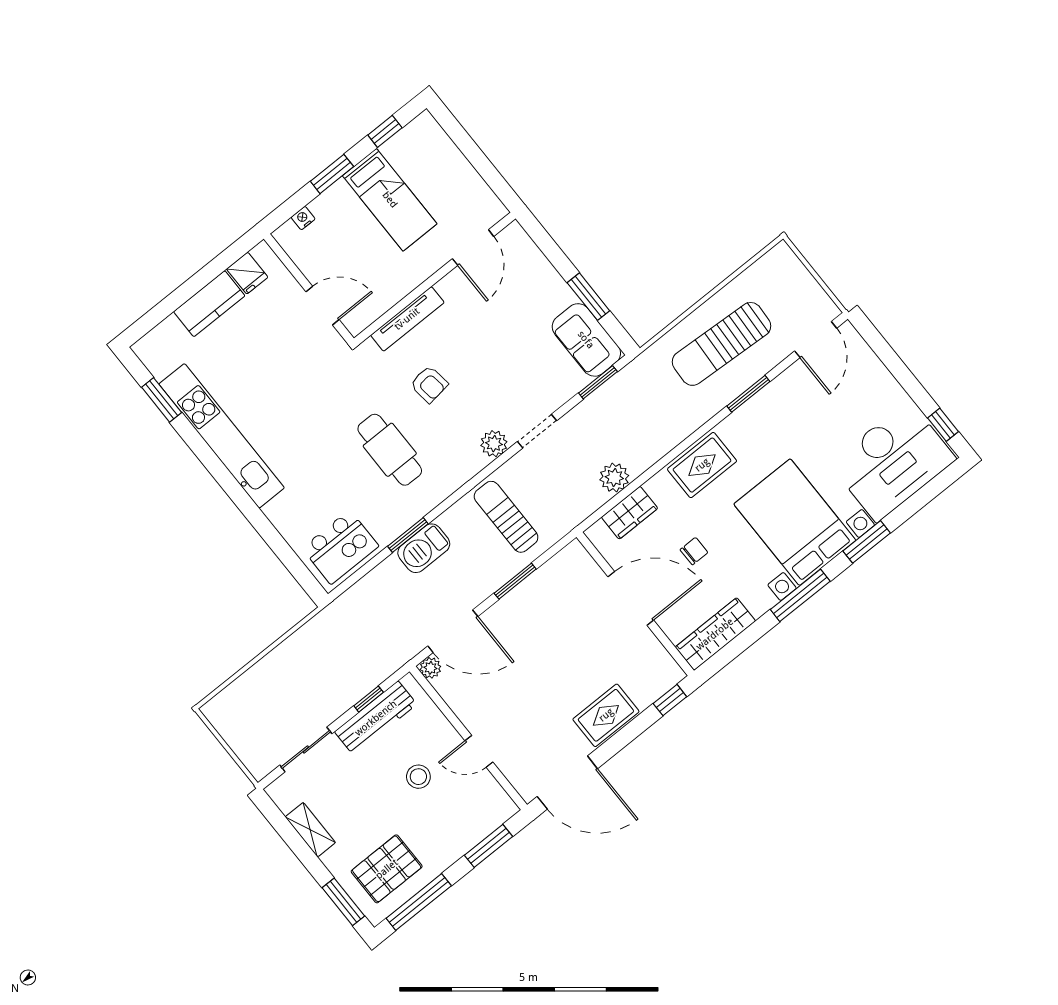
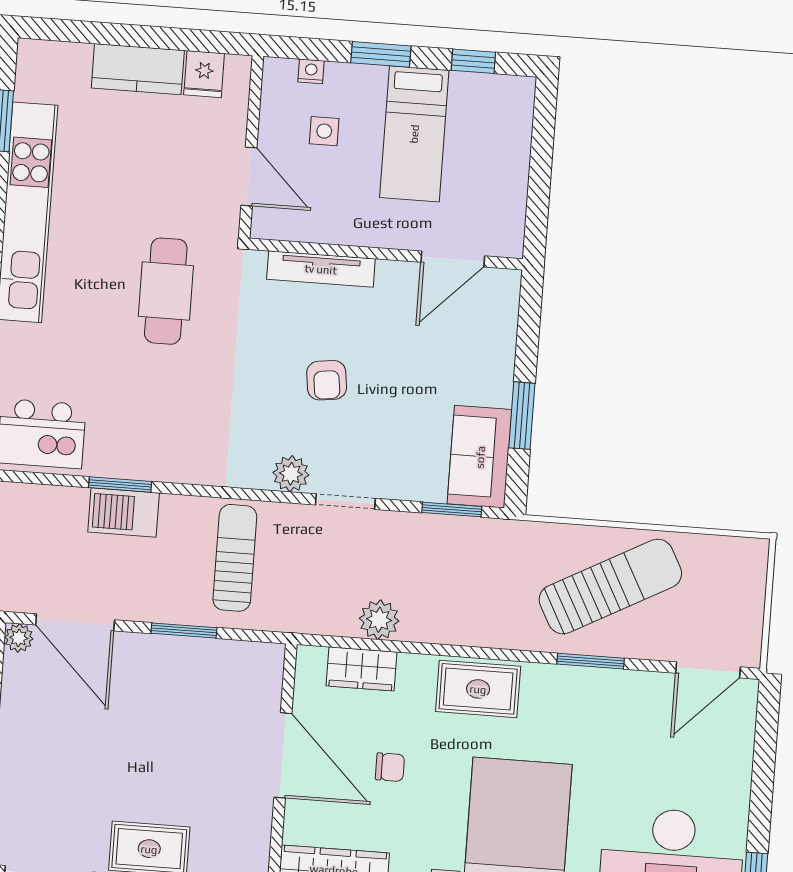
side table: (340, 243) -> (324, 131), added
sun lounger: (722, 344) -> (610, 586), turned 149
armchair: (429, 384) -> (327, 380), moved
cafe table: (390, 450) -> (166, 291), moved

